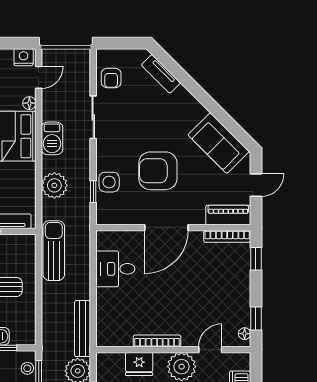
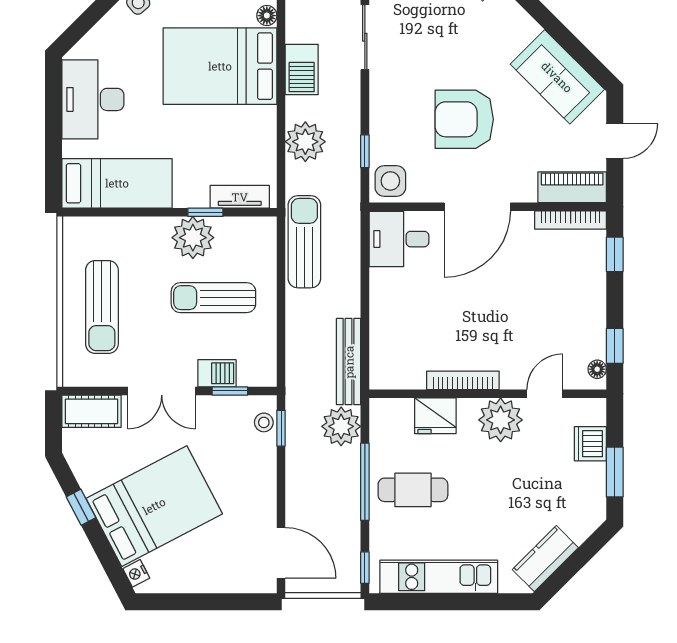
side table: (109, 182) -> (390, 181), moved
desk: (115, 269) -> (399, 239), moved

